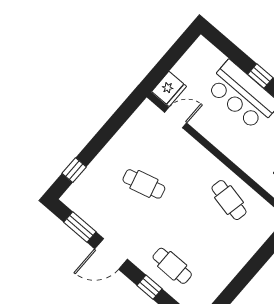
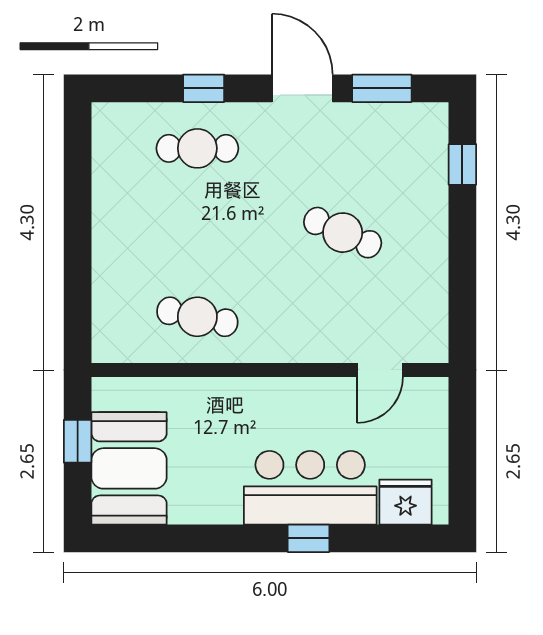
fridge: (169, 89) -> (405, 502), moved, turned 90
cafe table: (144, 184) -> (343, 233), turned 39
door: (111, 254) -> (302, 88), hinge flipped

